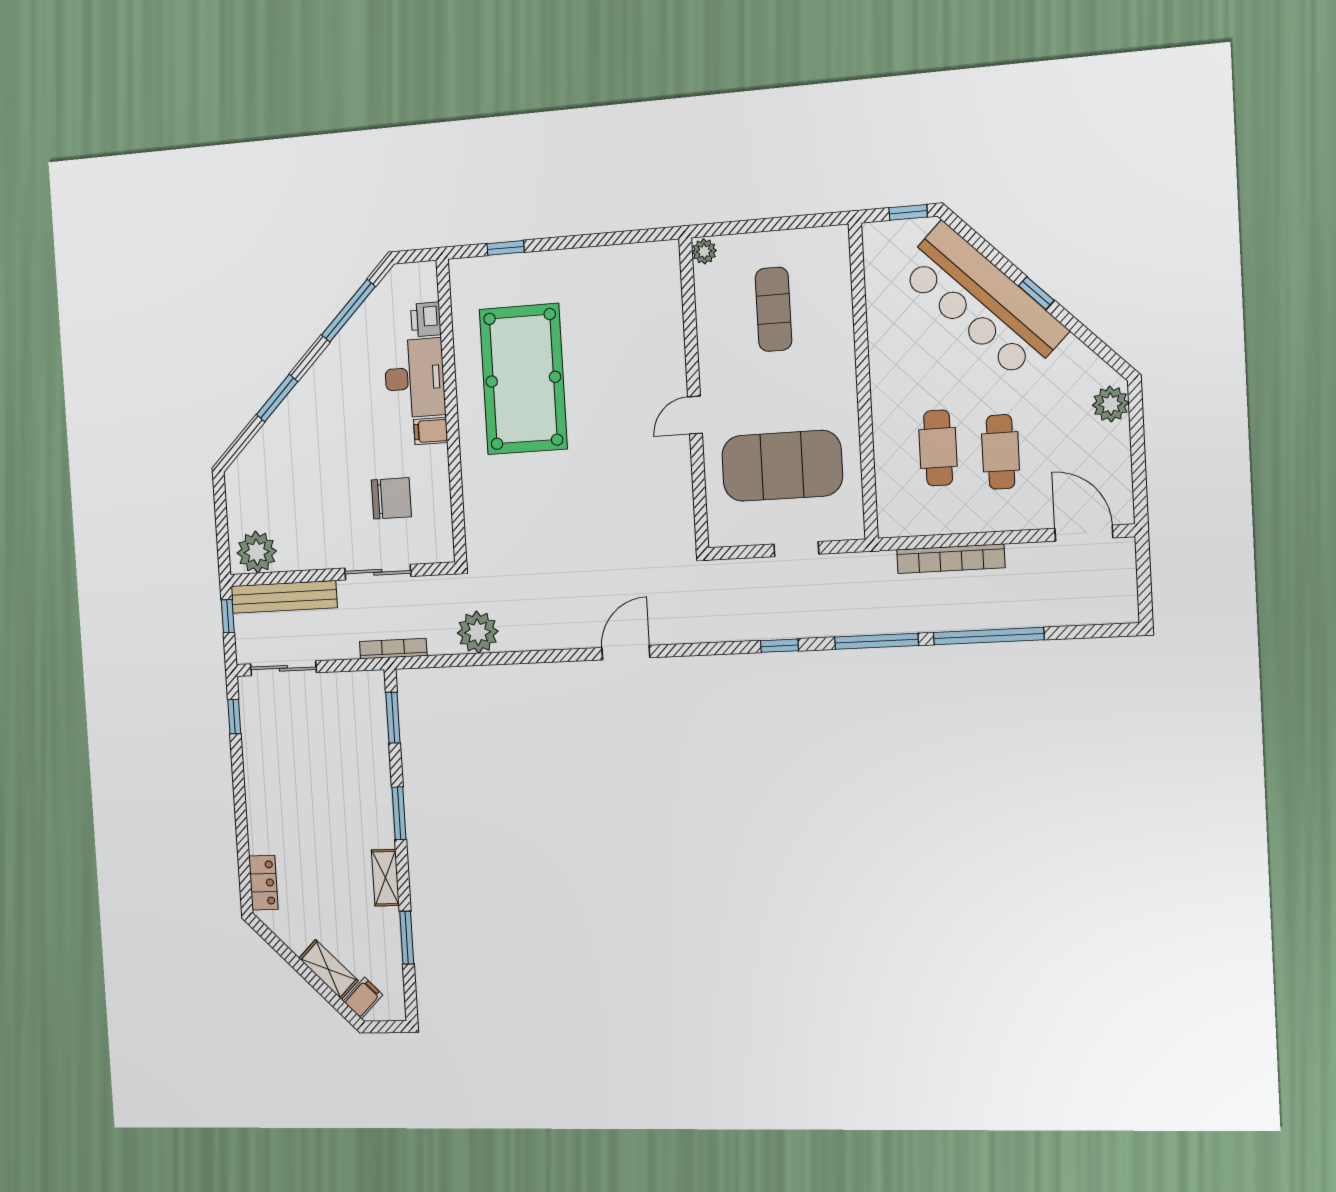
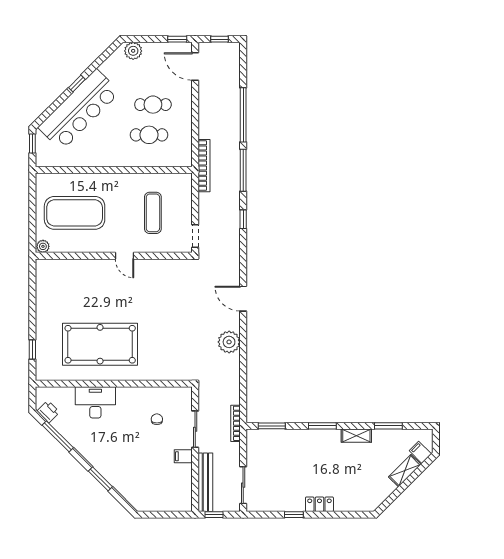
exercise mat: (774, 309) -> (75, 213), width x2.00, depth x1.45
printer: (426, 319) -> (48, 412), moved, turned -135
filing cabinet: (431, 431) -> (183, 456), moved, turned 90
exercise mat: (782, 466) -> (153, 213), width x0.50, depth x0.69
window: (1140, 493) -> (177, 39), added
chair: (391, 498) -> (157, 419), width x0.54, depth x0.54
door: (1084, 533) -> (195, 66), hinge flipped
doorway: (796, 549) -> (195, 236), moved
plant: (257, 552) -> (181, 496), removed
bookcase: (951, 559) -> (204, 166), moved
window: (1144, 580) -> (219, 39), added
plant: (478, 632) -> (229, 342), moved
window: (234, 717) -> (294, 515), moved
locker: (263, 883) -> (319, 504), moved

